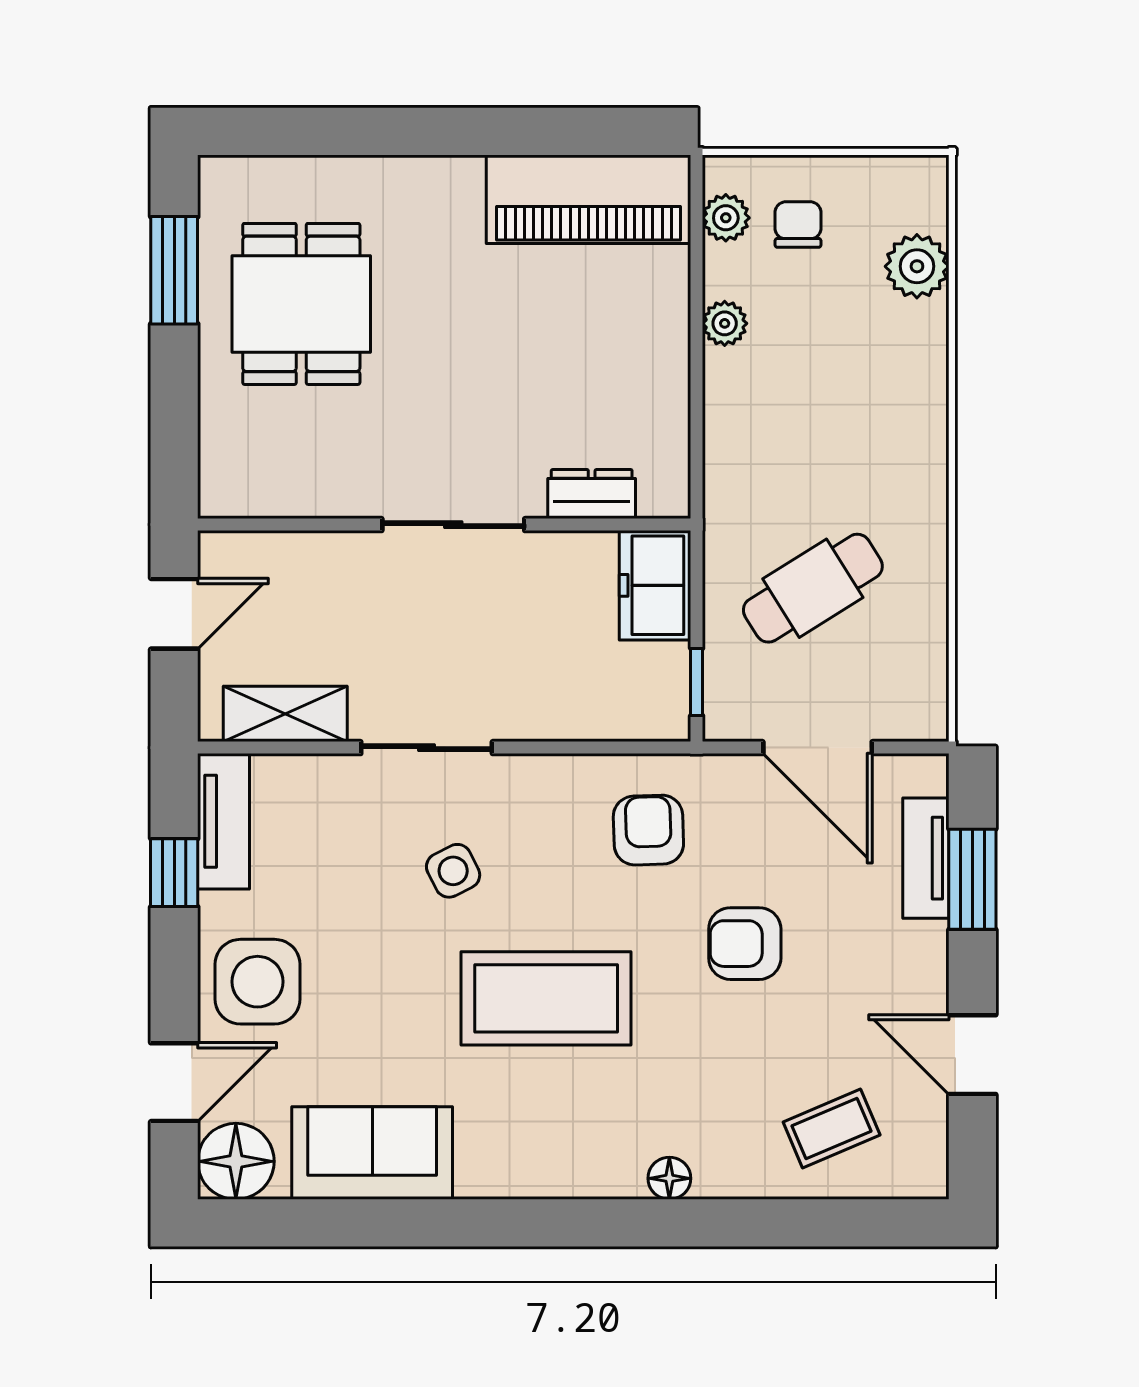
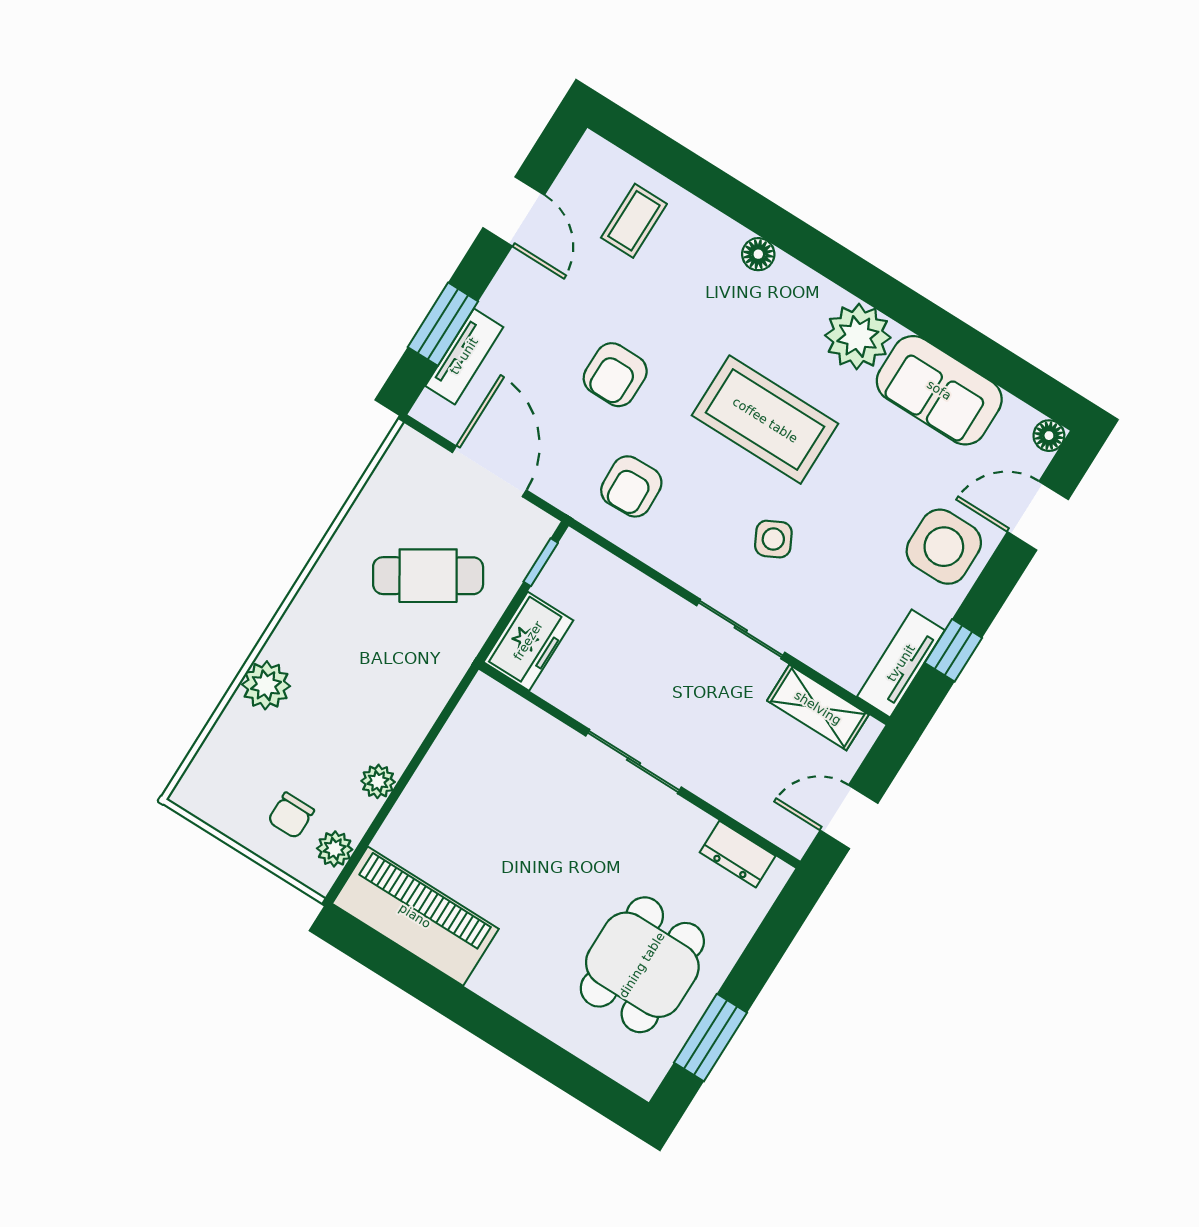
plant: (917, 266) -> (266, 685), moved
dresser: (592, 494) -> (738, 854), moved
armchair: (745, 944) -> (615, 375), turned 90
coffee table: (832, 1129) -> (634, 221), turned -67
plant: (501, 1156) -> (858, 337), added
floor lamp: (236, 1161) -> (1049, 436), width x0.53, depth x0.53

